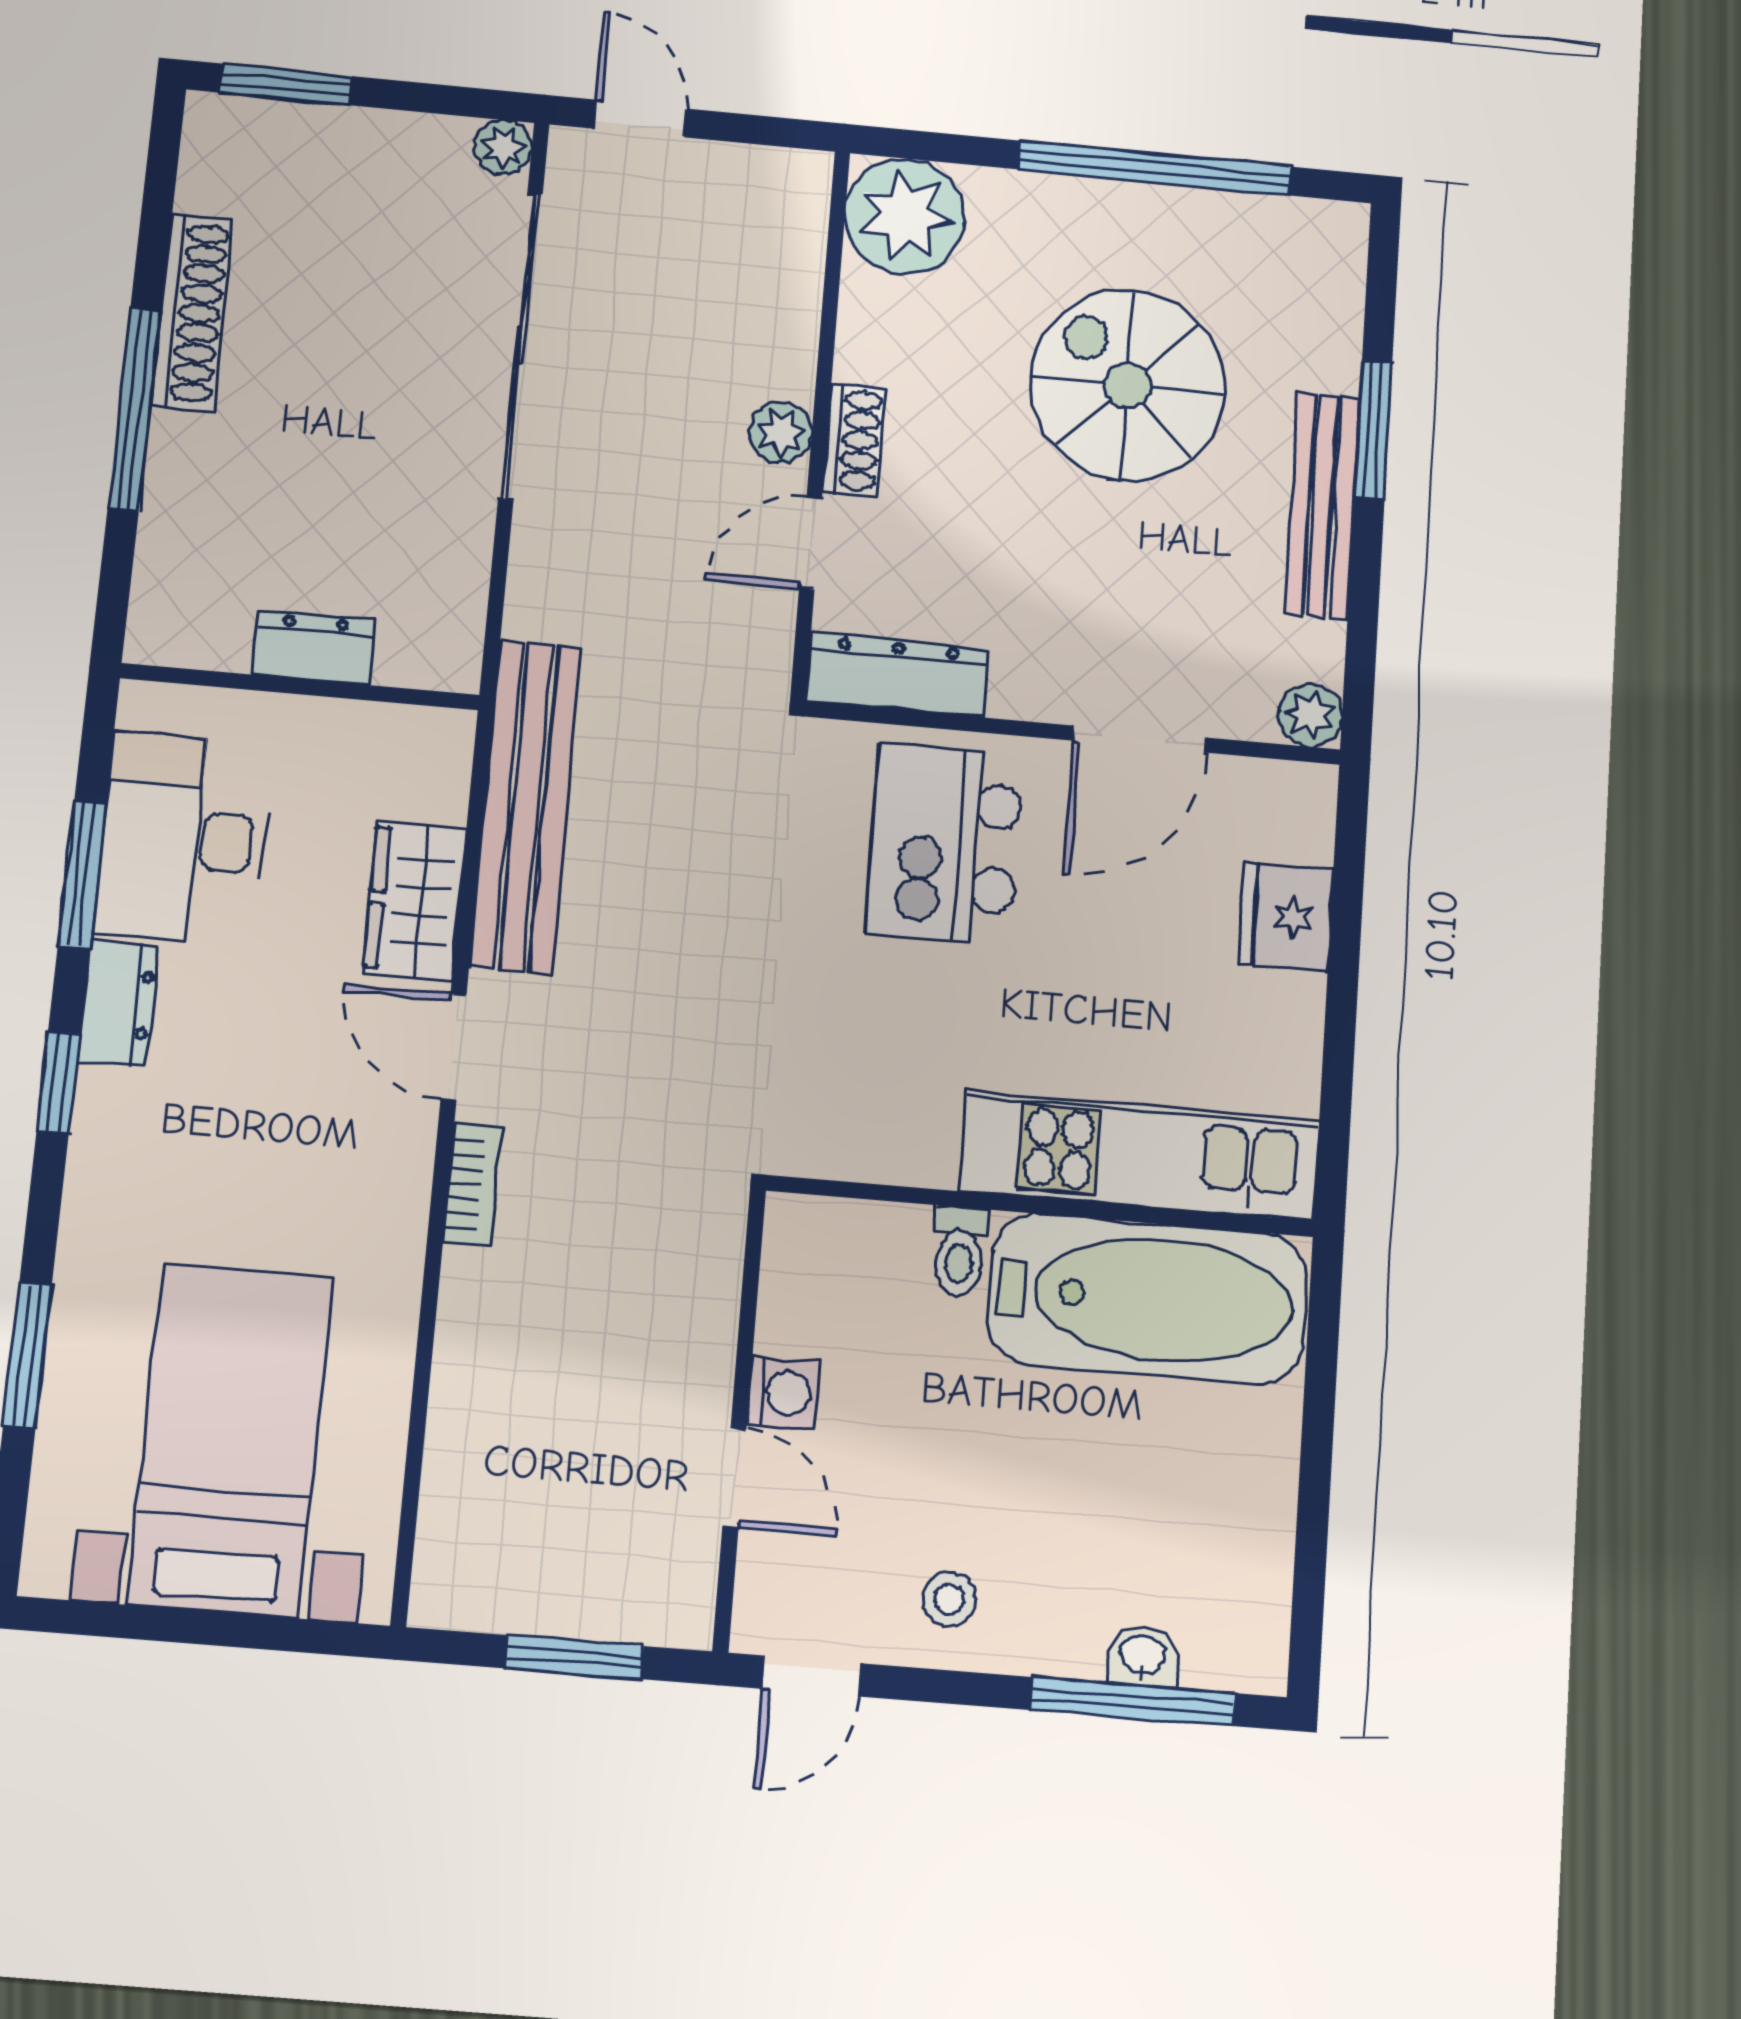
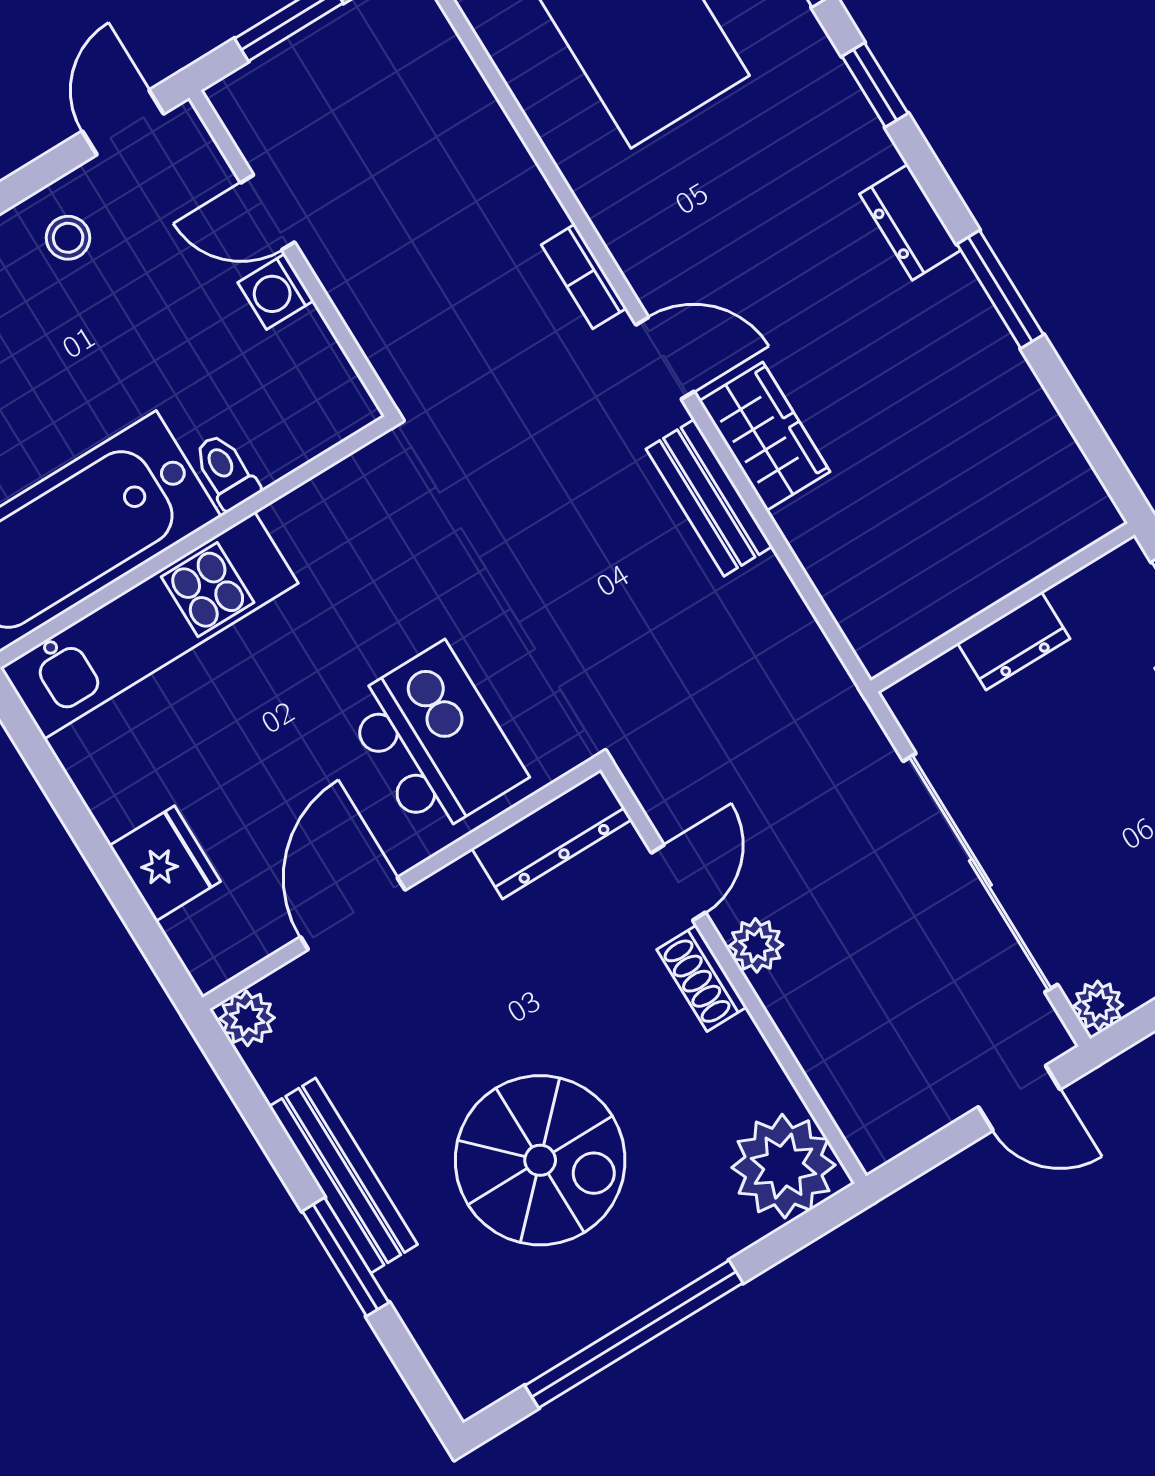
dresser: (314, 648) -> (1014, 641), moved
wall: (300, 687) -> (1003, 608), moved
bench: (526, 806) -> (709, 498), width x0.54, depth x0.82
desk: (183, 838) -> (951, 363), removed
window: (58, 1082) -> (875, 85), moved

